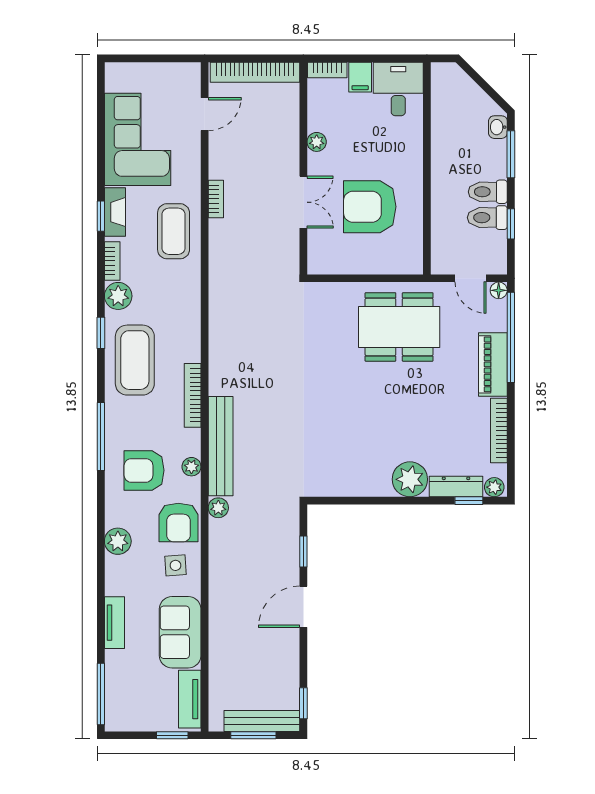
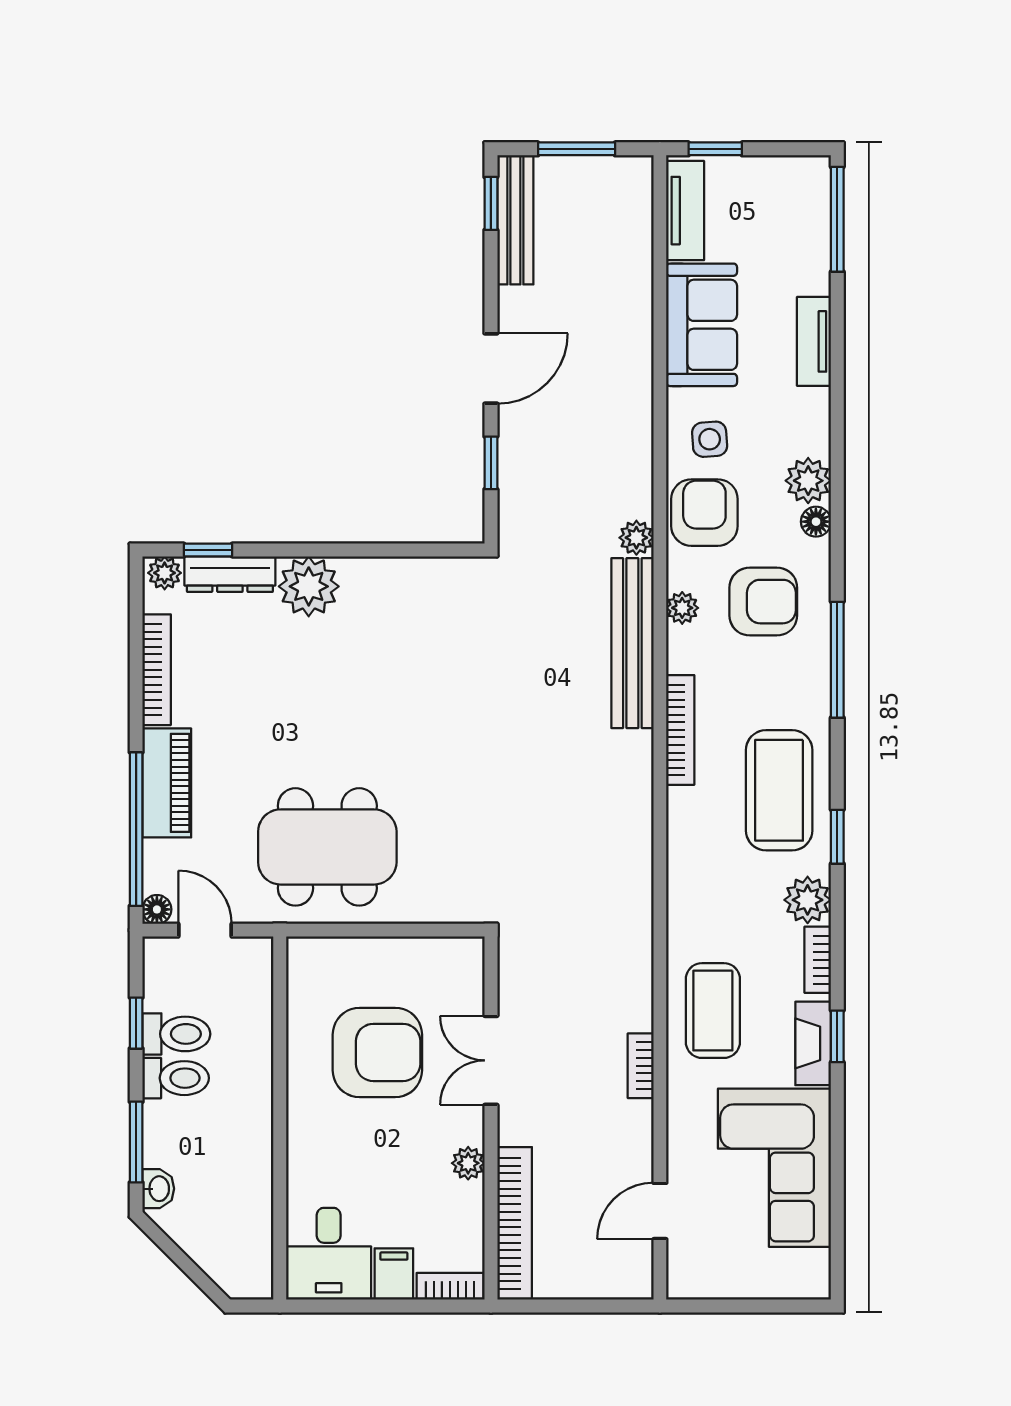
bookcase: (255, 72) -> (515, 1223), moved, turned 90
floor lamp: (113, 517) -> (816, 522), added
bench: (262, 721) -> (515, 220), moved, turned 90

